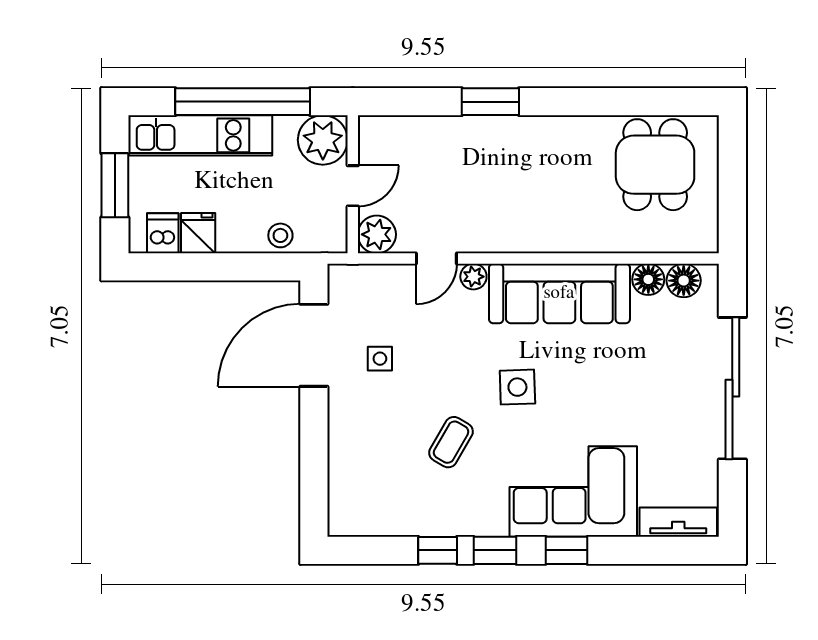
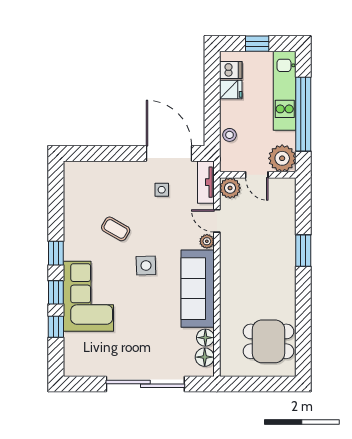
window: (115, 185) -> (257, 44), width x0.67
tv unit: (678, 522) -> (206, 182), moved, turned 180
window: (438, 550) -> (56, 327), moved

